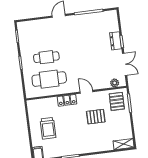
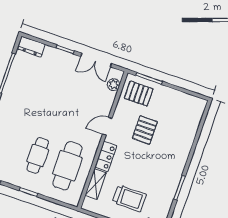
dresser: (116, 41) -> (31, 47), moved
double door: (125, 64) -> (96, 60), swing flipped
shelving: (124, 144) -> (96, 184), moved

